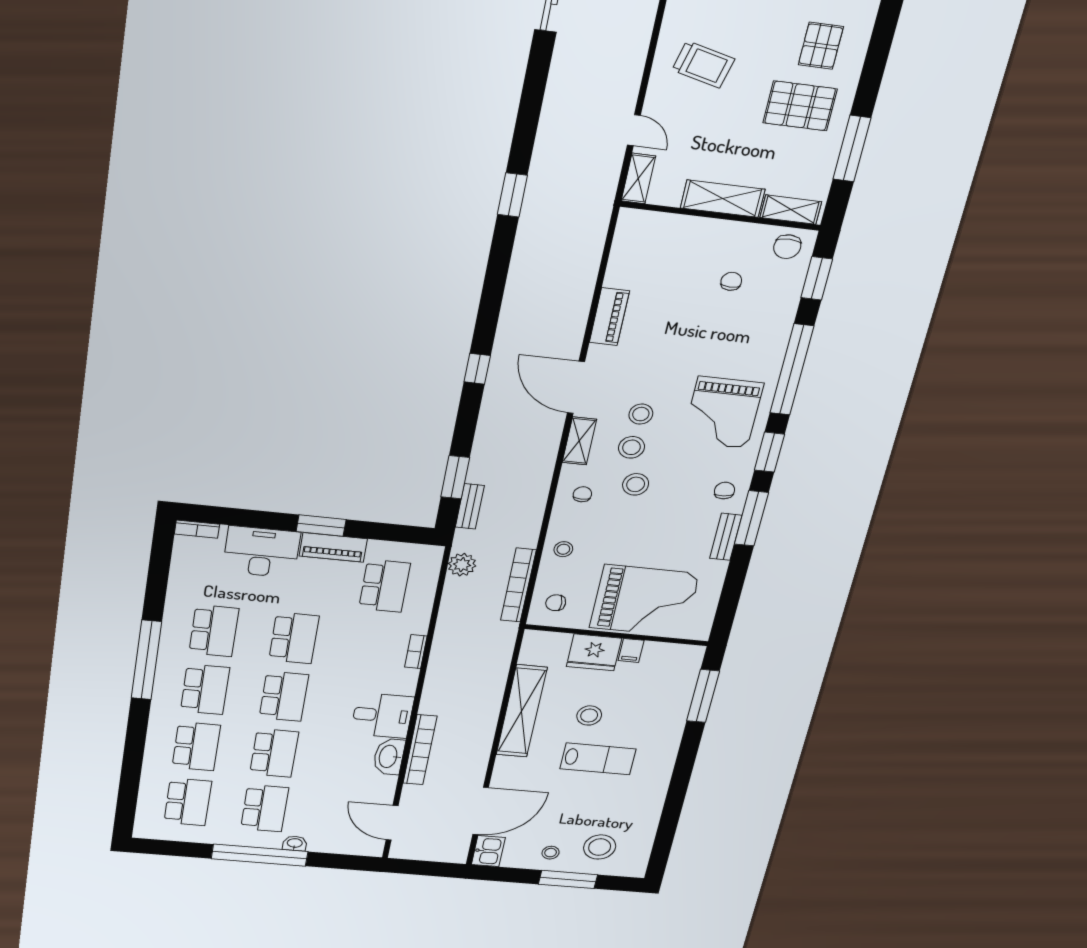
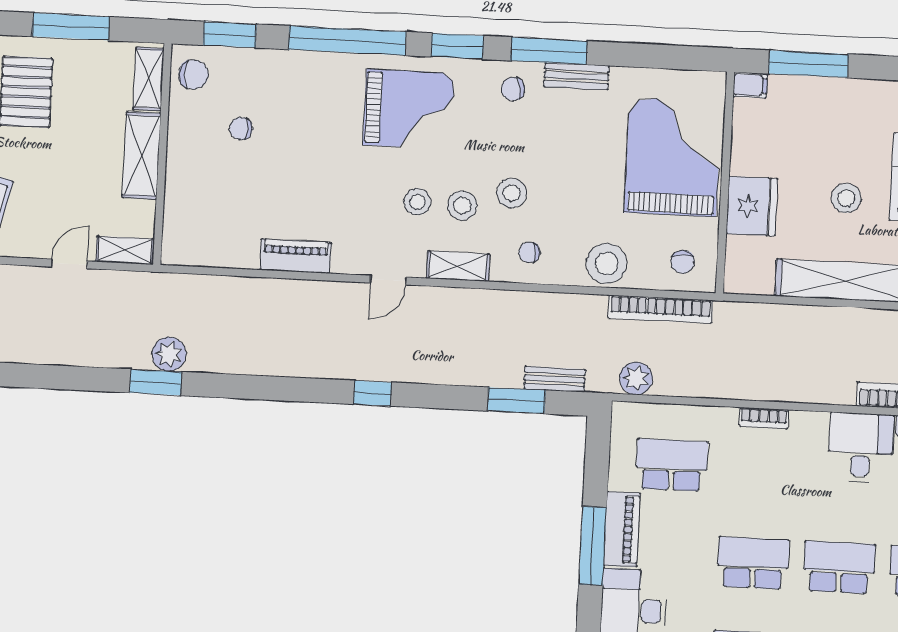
plant: (537, 208) -> (169, 354), added
door: (576, 387) -> (388, 280), width x0.53
window: (321, 526) -> (593, 546), width x1.44
stool: (563, 549) -> (606, 264), width x1.89, depth x1.89
filing cabinet: (631, 650) -> (750, 85), moved

